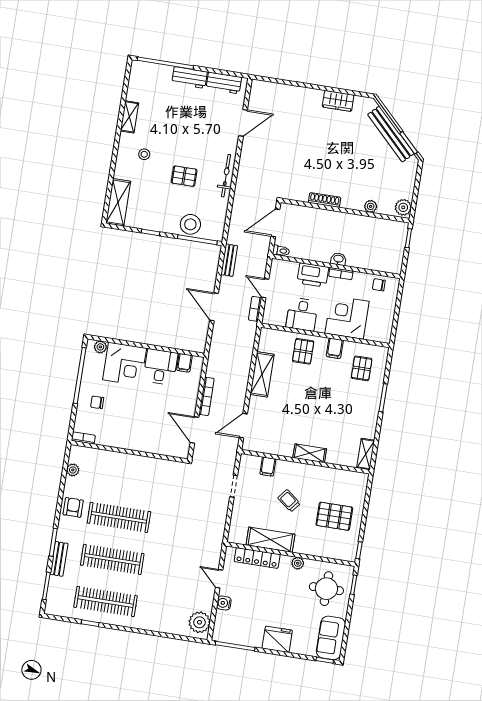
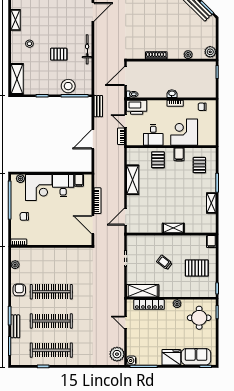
printer: (313, 275) -> (137, 107), moved
door: (214, 307) -> (93, 139), hinge flipped
shelving: (366, 454) -> (211, 203), moved
filing cabinet: (268, 467) -> (211, 242), moved
shelving: (270, 540) -> (143, 291), moved
water cooler: (224, 603) -> (131, 361), moved
sofa: (331, 638) -> (196, 357), moved, turned 90

